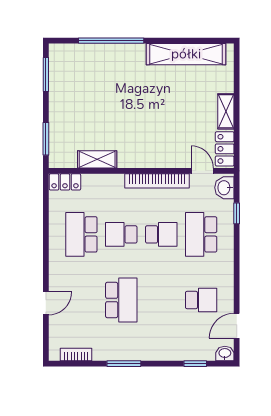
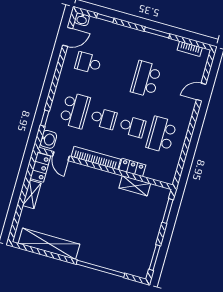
locker: (65, 182) -> (132, 167), moved
school desk: (81, 234) -> (161, 135), turned 180
school desk: (161, 234) -> (104, 118), turned 180

